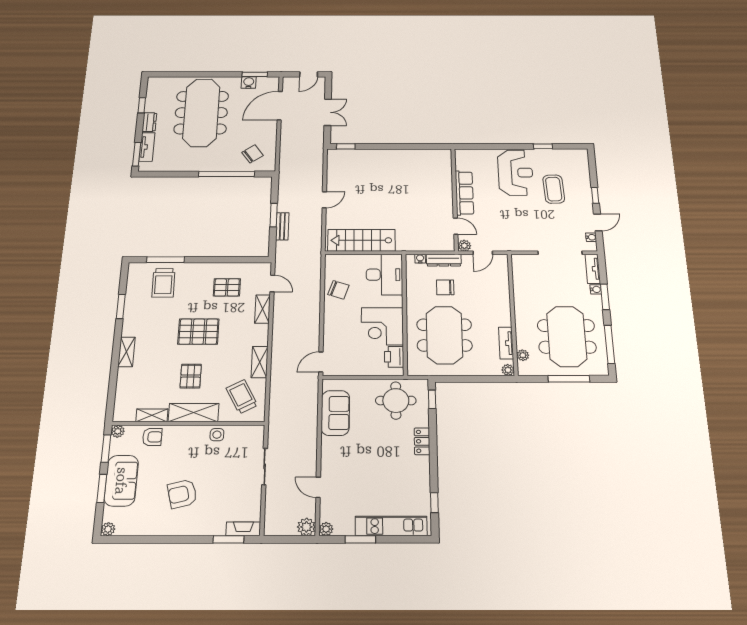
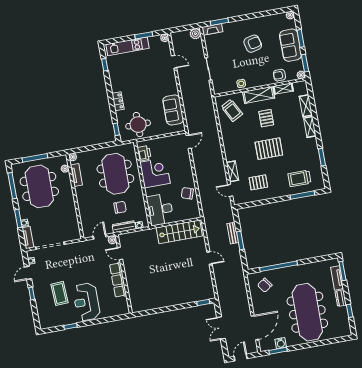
door: (324, 200) -> (209, 258), swing flipped
trolley: (163, 283) -> (299, 178), turned -89
shelving: (260, 362) -> (306, 106), moved
plant: (306, 527) -> (195, 34), moved

